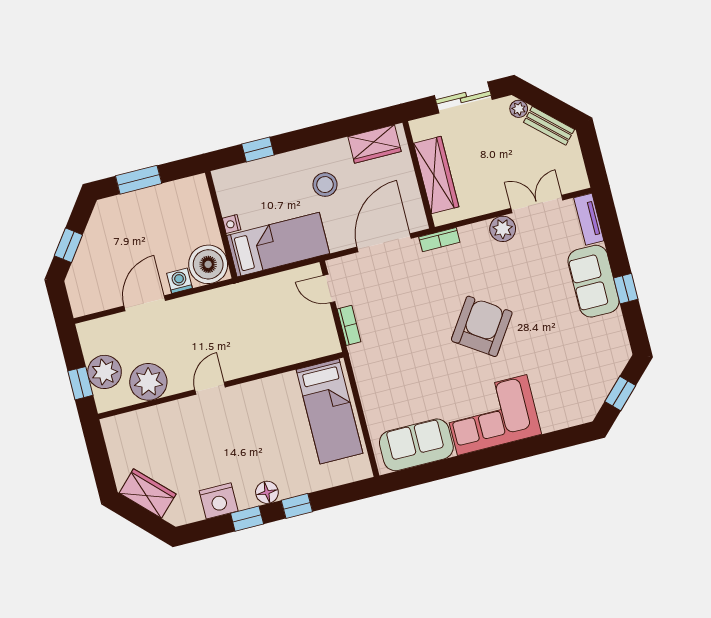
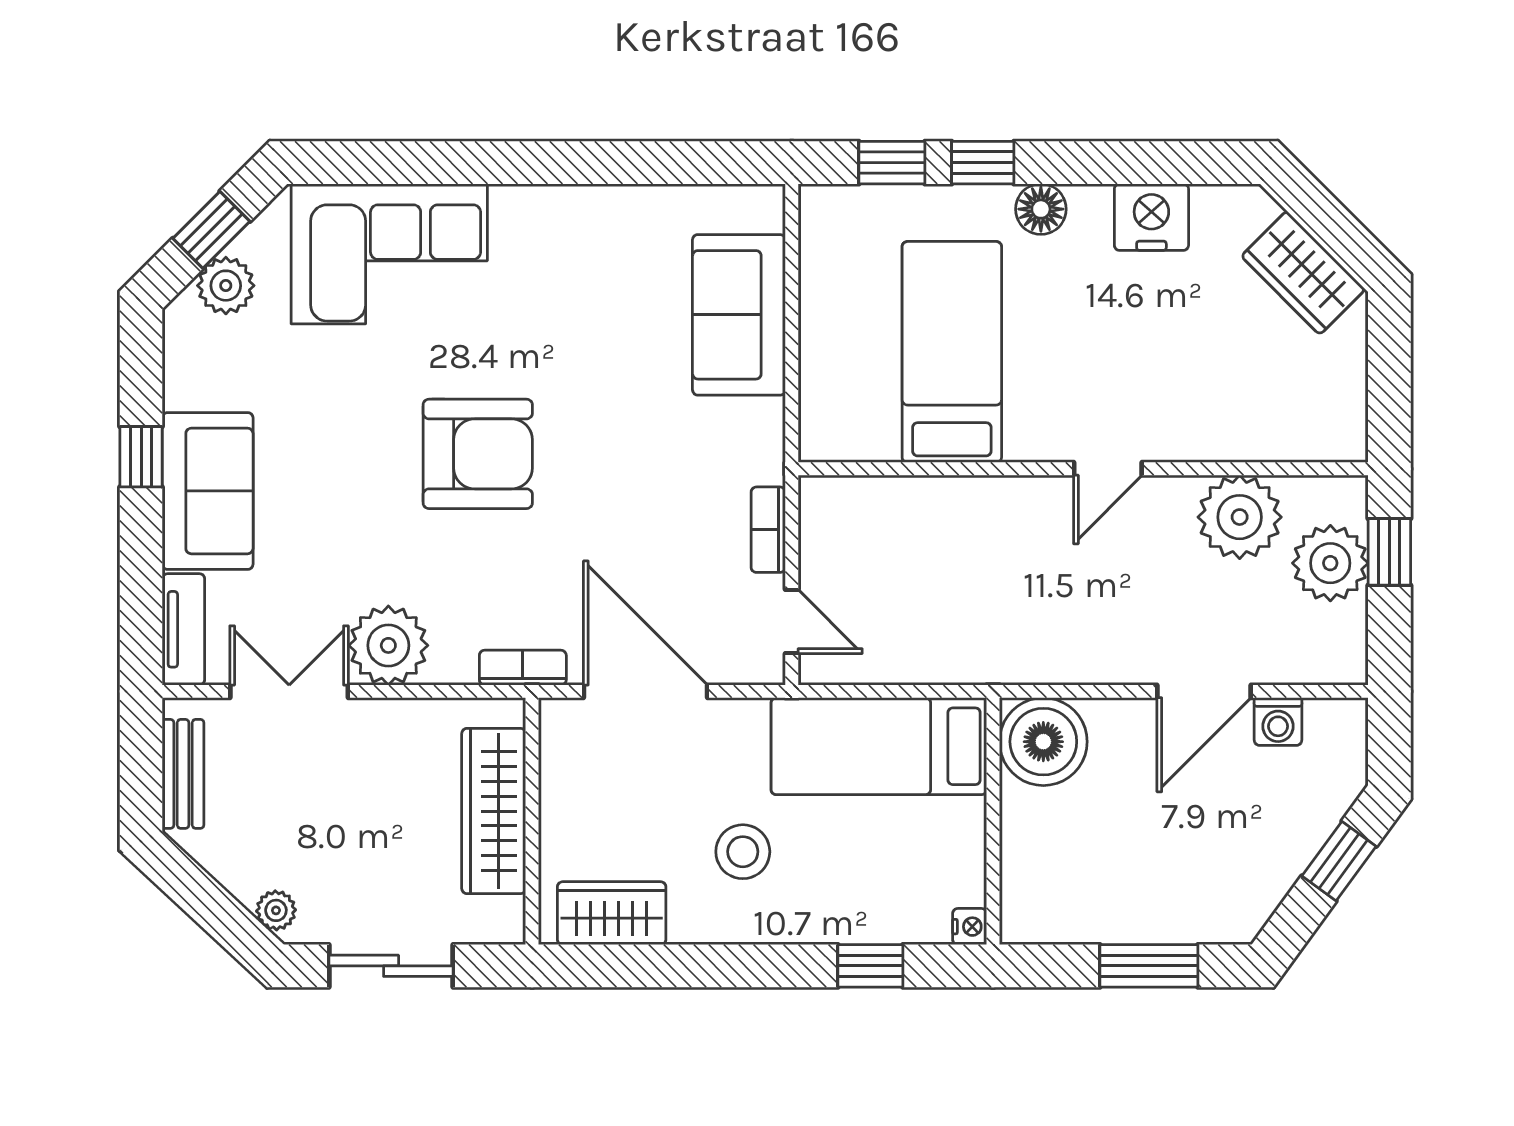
bench: (549, 126) -> (183, 774), moved, turned 47
double door: (537, 204) -> (289, 691), swing flipped
nightstand: (232, 224) -> (970, 927), moved
plant: (503, 229) -> (388, 645), width x1.36, depth x1.36
door: (384, 243) -> (645, 691), swing flipped
washing machine: (179, 281) -> (1278, 722), moved
armchair: (482, 326) -> (478, 454), turned -124
plant: (608, 371) -> (226, 286), added
bed: (329, 411) -> (952, 352), moved
corner sofa: (492, 415) -> (389, 254), moved
sofa: (416, 445) -> (739, 315), moved, turned 90
window: (247, 519) -> (892, 163), moved

